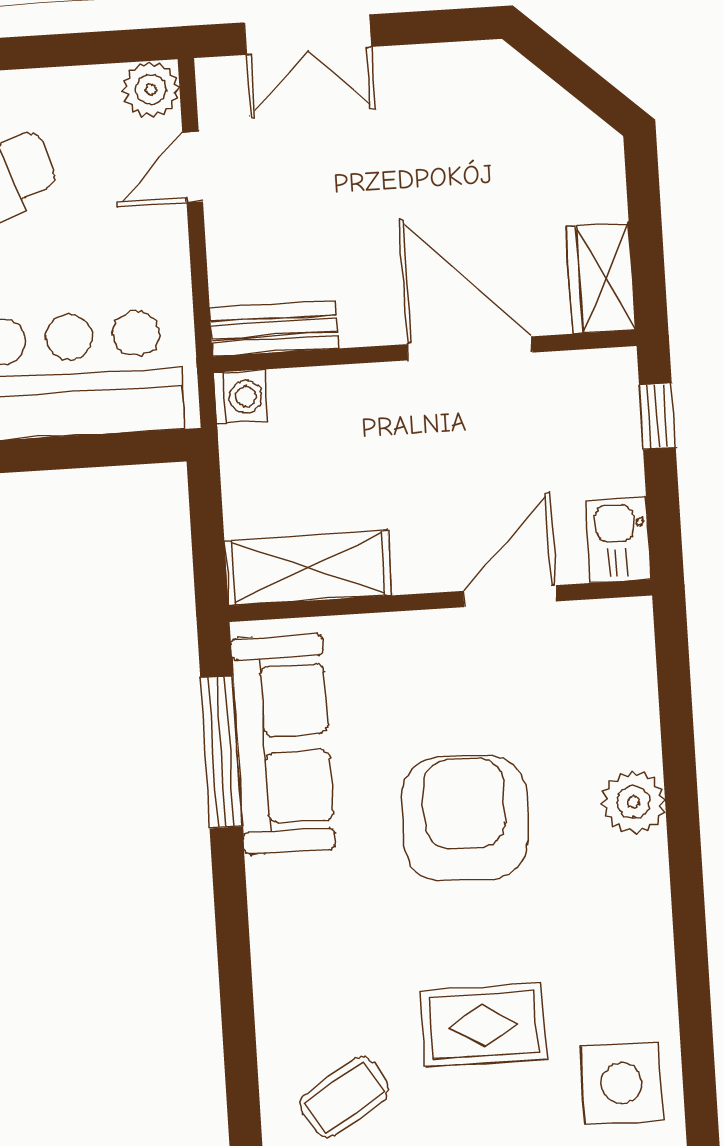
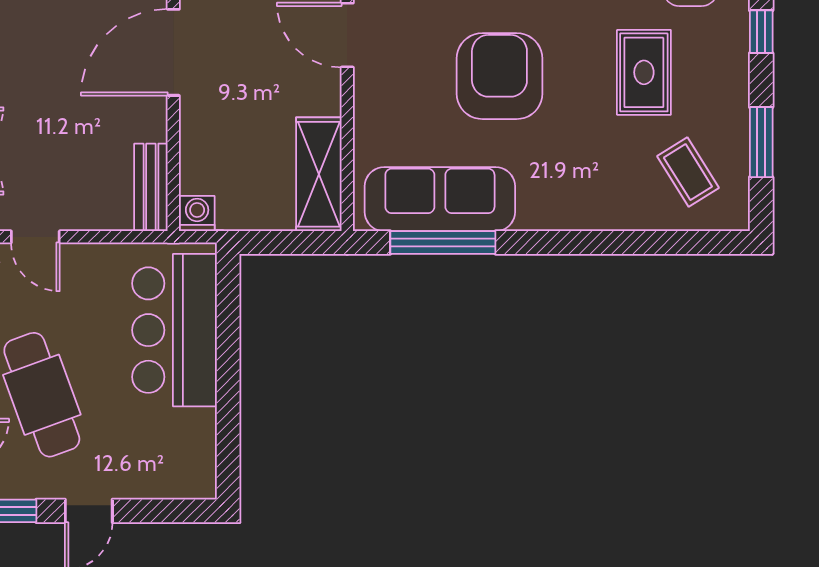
armchair: (465, 818) -> (499, 76), turned 89

